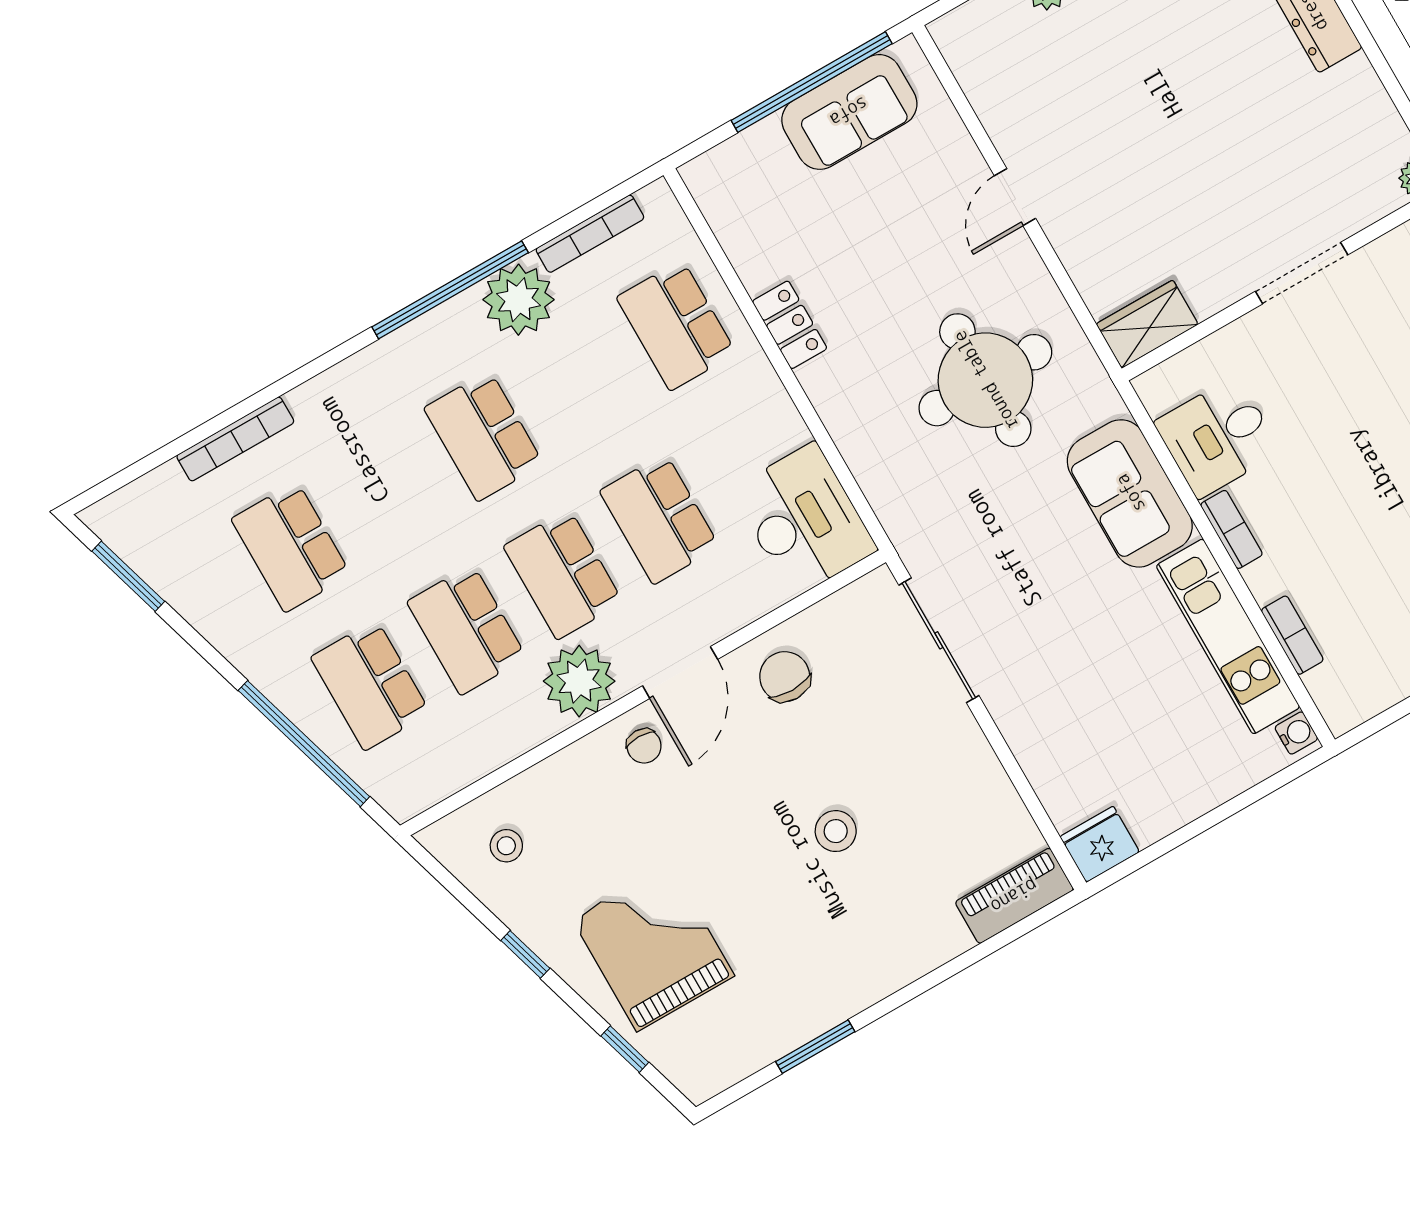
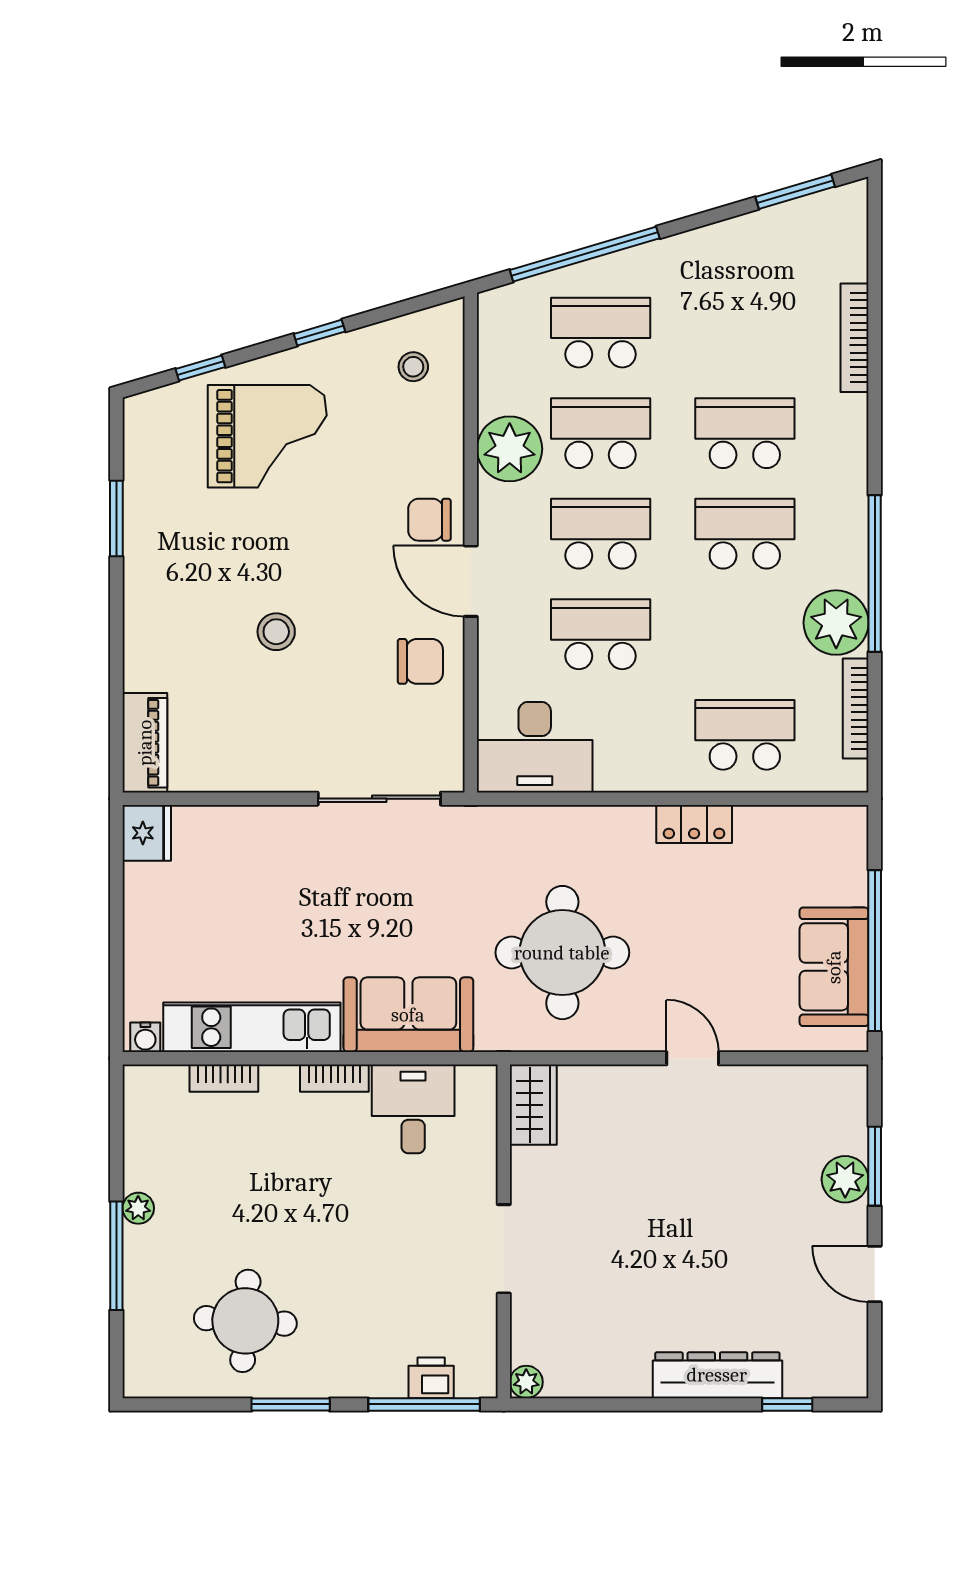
school desk: (291, 547) -> (745, 433), moved
plant: (579, 681) -> (510, 449), moved
chair: (644, 746) -> (429, 520), width x1.37, depth x1.37

